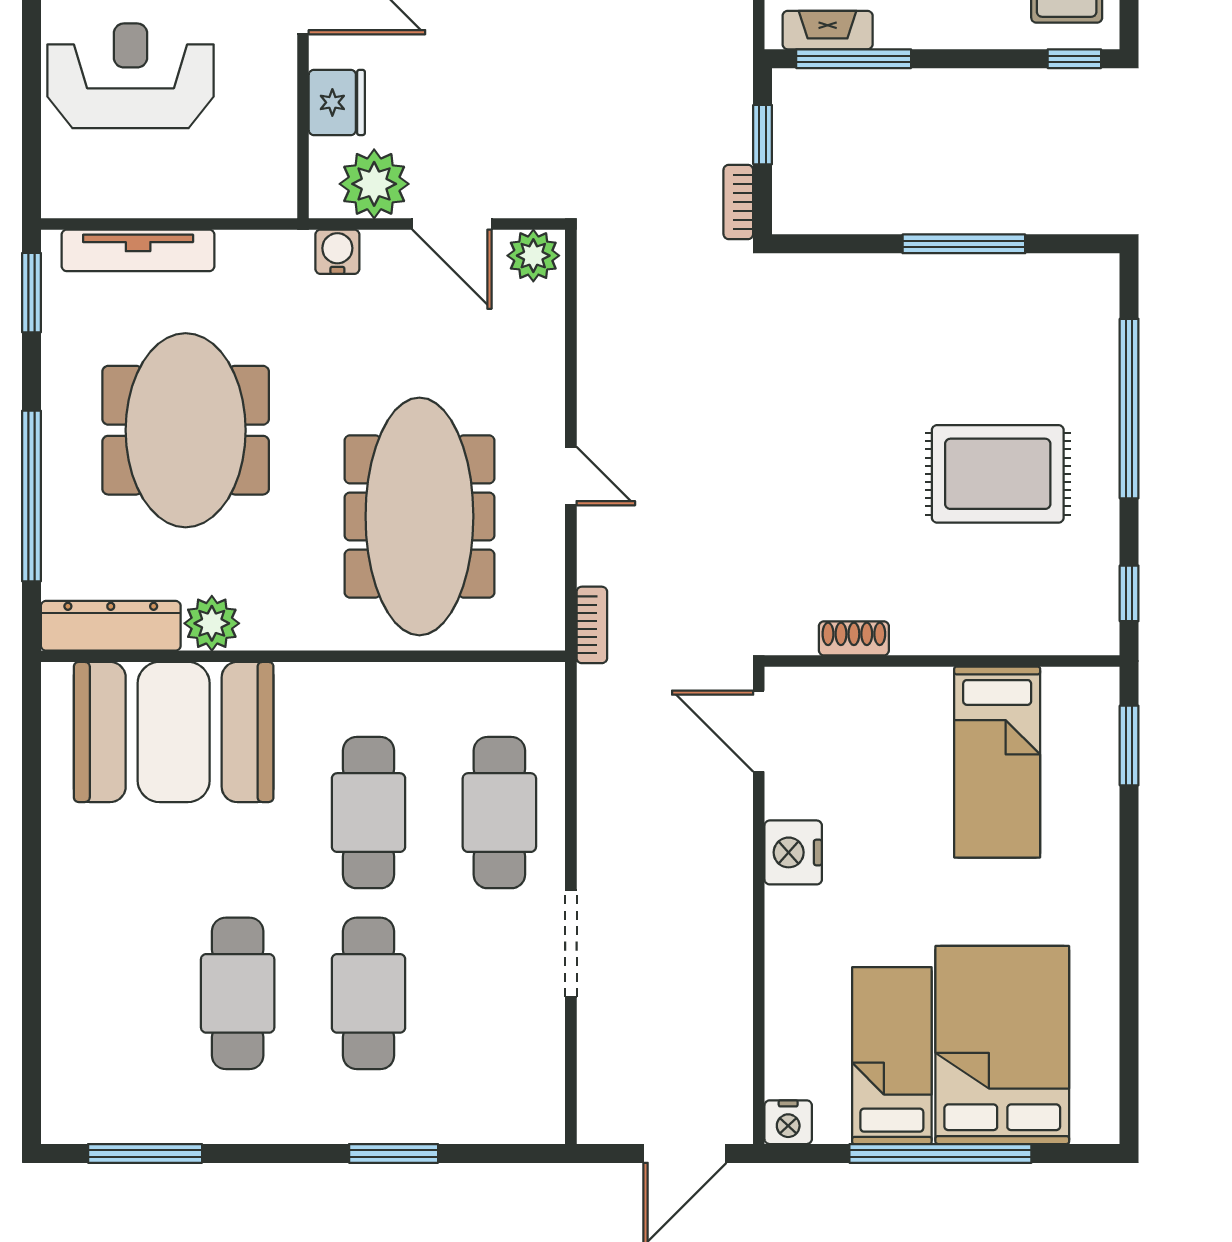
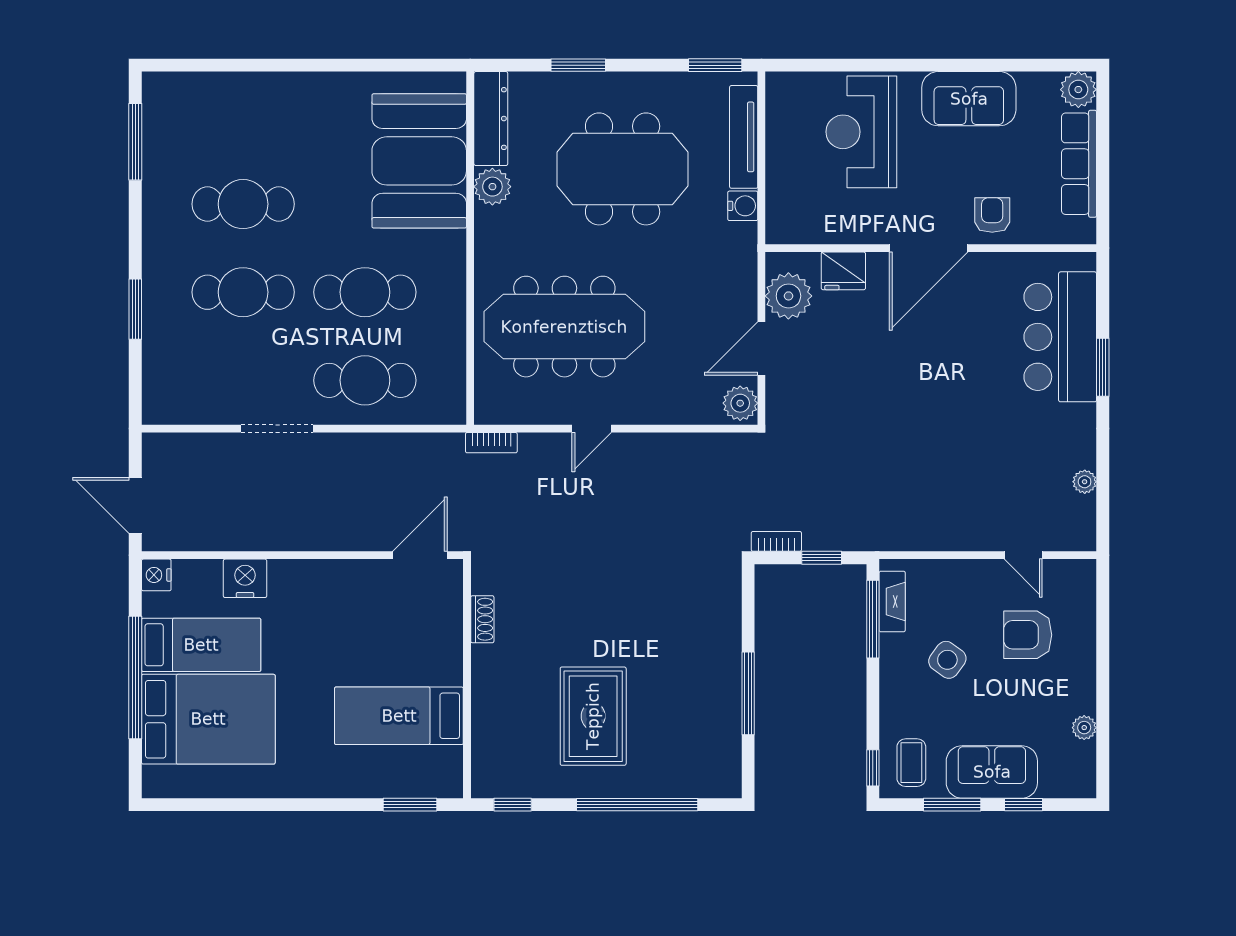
reception desk: (130, 76) -> (861, 132), turned 180
water cooler: (337, 252) -> (743, 206), moved
window: (32, 496) -> (578, 65), width x0.47
nightstand: (793, 852) -> (245, 578), moved

